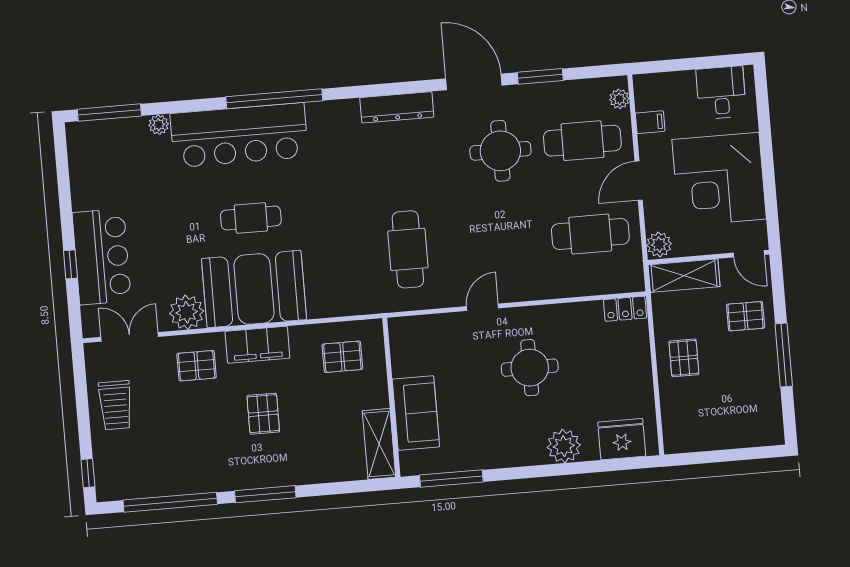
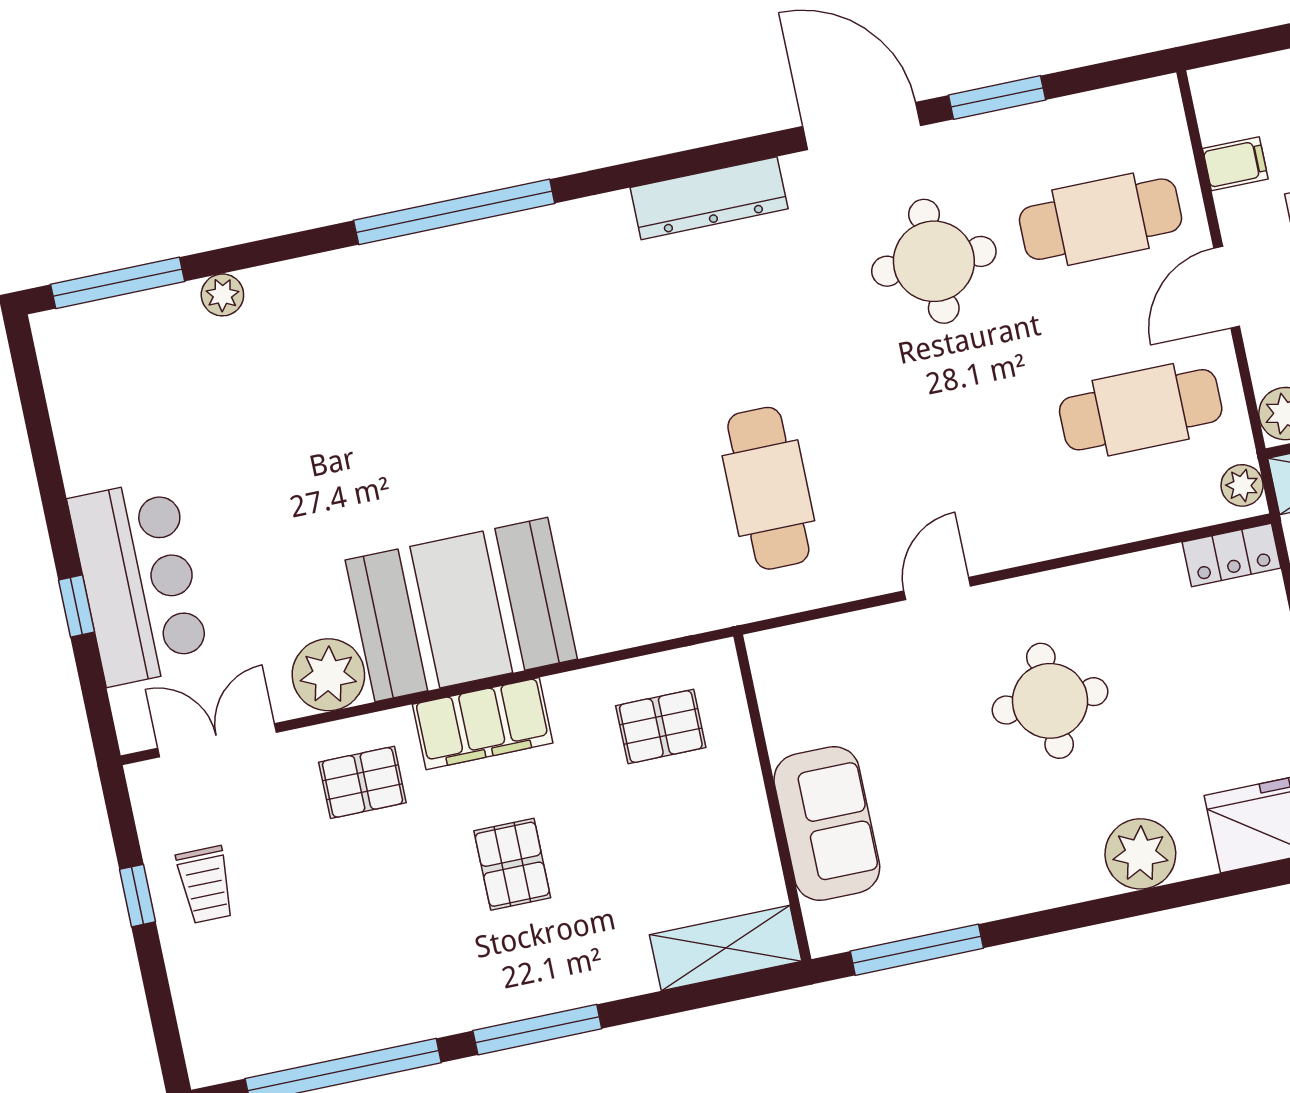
plant: (619, 99) -> (1242, 485), moved
bar counter: (239, 135) -> (391, 296), removed
cafe table: (251, 218) -> (437, 464), removed
trolley: (115, 405) -> (205, 885), width x0.73, depth x0.72
shelving: (379, 444) -> (726, 948), moved, turned 90
window: (88, 473) -> (137, 896), moved

